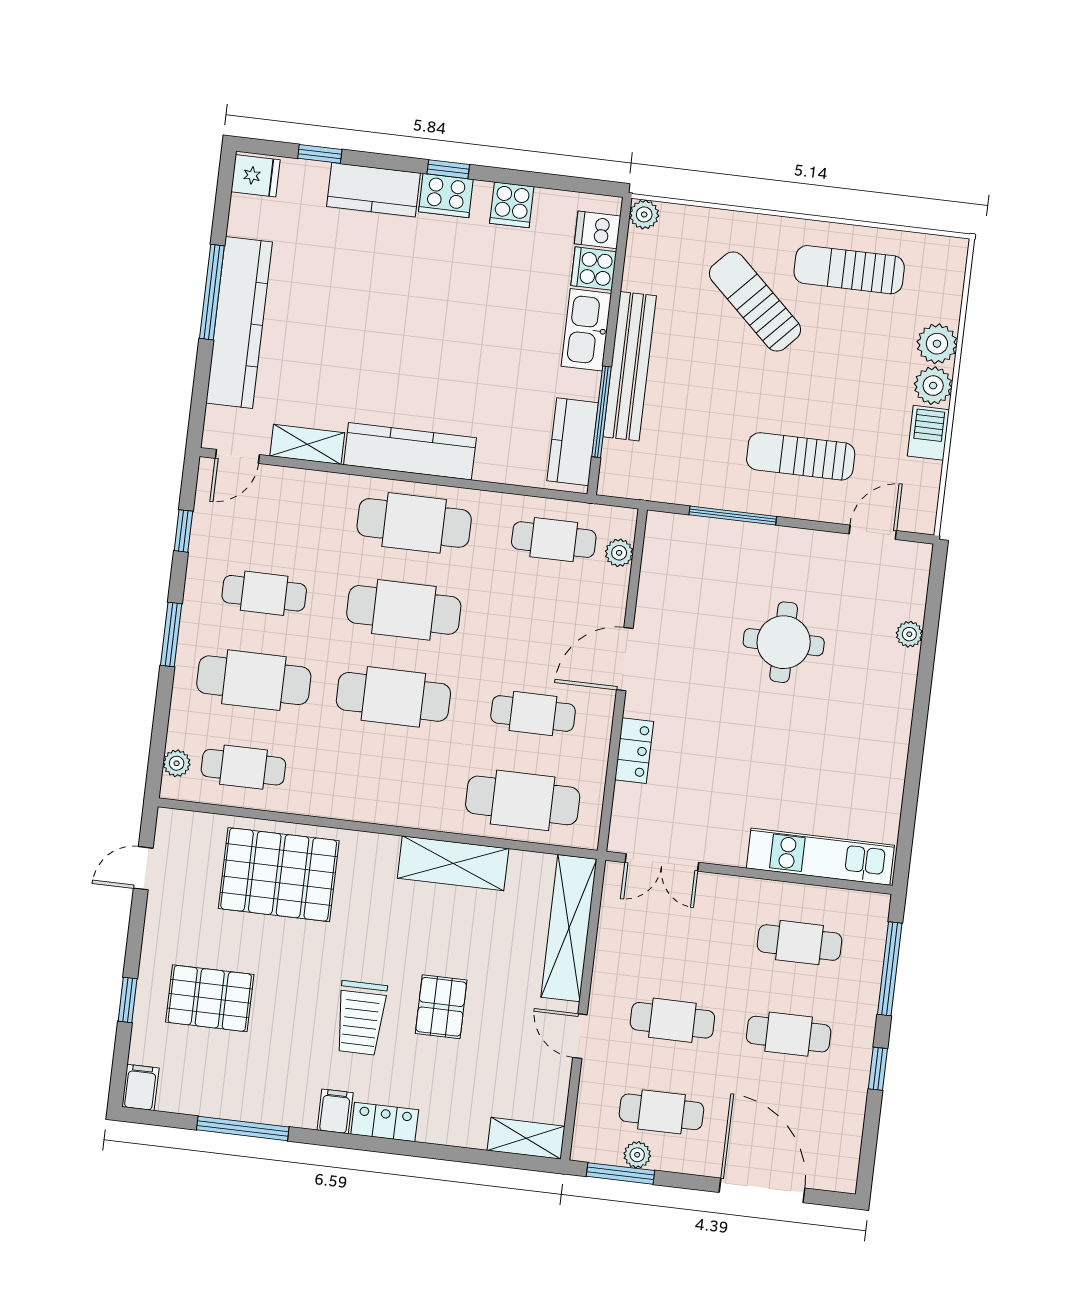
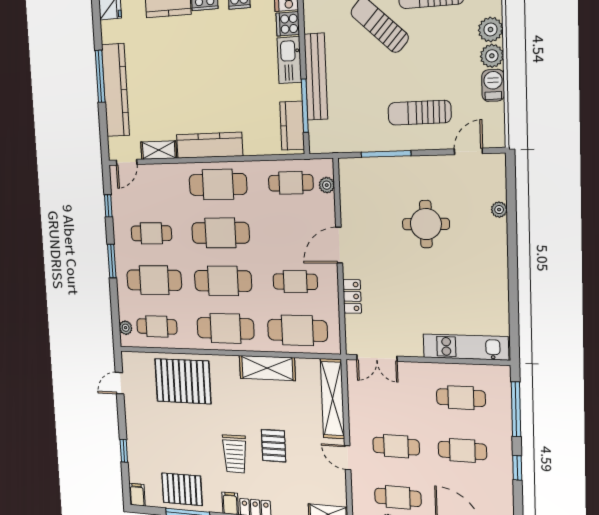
cafe table: (383, 784) -> (225, 328), added
pallet: (210, 998) -> (182, 489), moved

